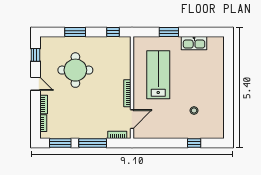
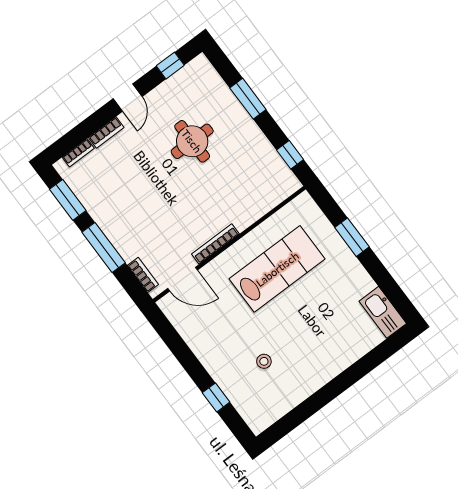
kitchen sink: (194, 43) -> (383, 312), moved
round table: (75, 70) -> (192, 141), width x0.73, depth x0.73

